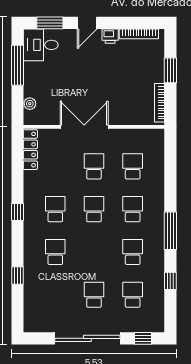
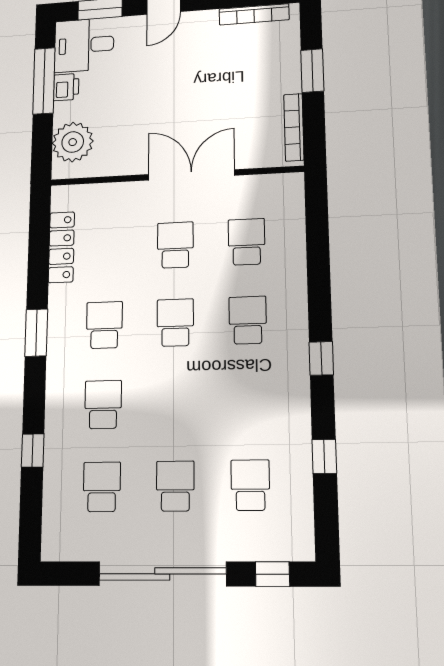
printer: (110, 36) -> (66, 87), moved, turned -90
plant: (30, 104) -> (73, 142), width x1.88, depth x1.88
double door: (84, 127) -> (191, 175), moved
locker: (30, 150) -> (61, 247), moved
window: (17, 212) -> (36, 333), width x1.50
window: (170, 231) -> (321, 358), width x0.46
school desk: (133, 252) -> (102, 487), moved

